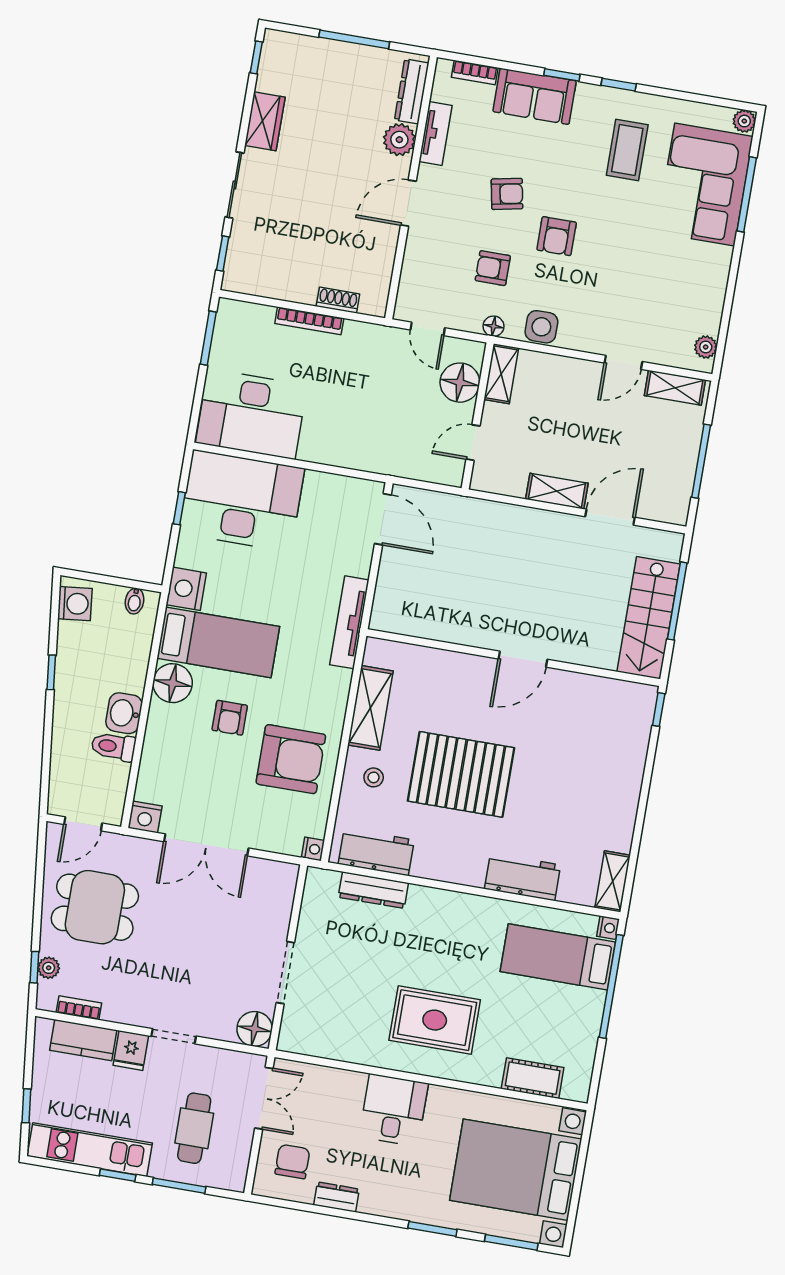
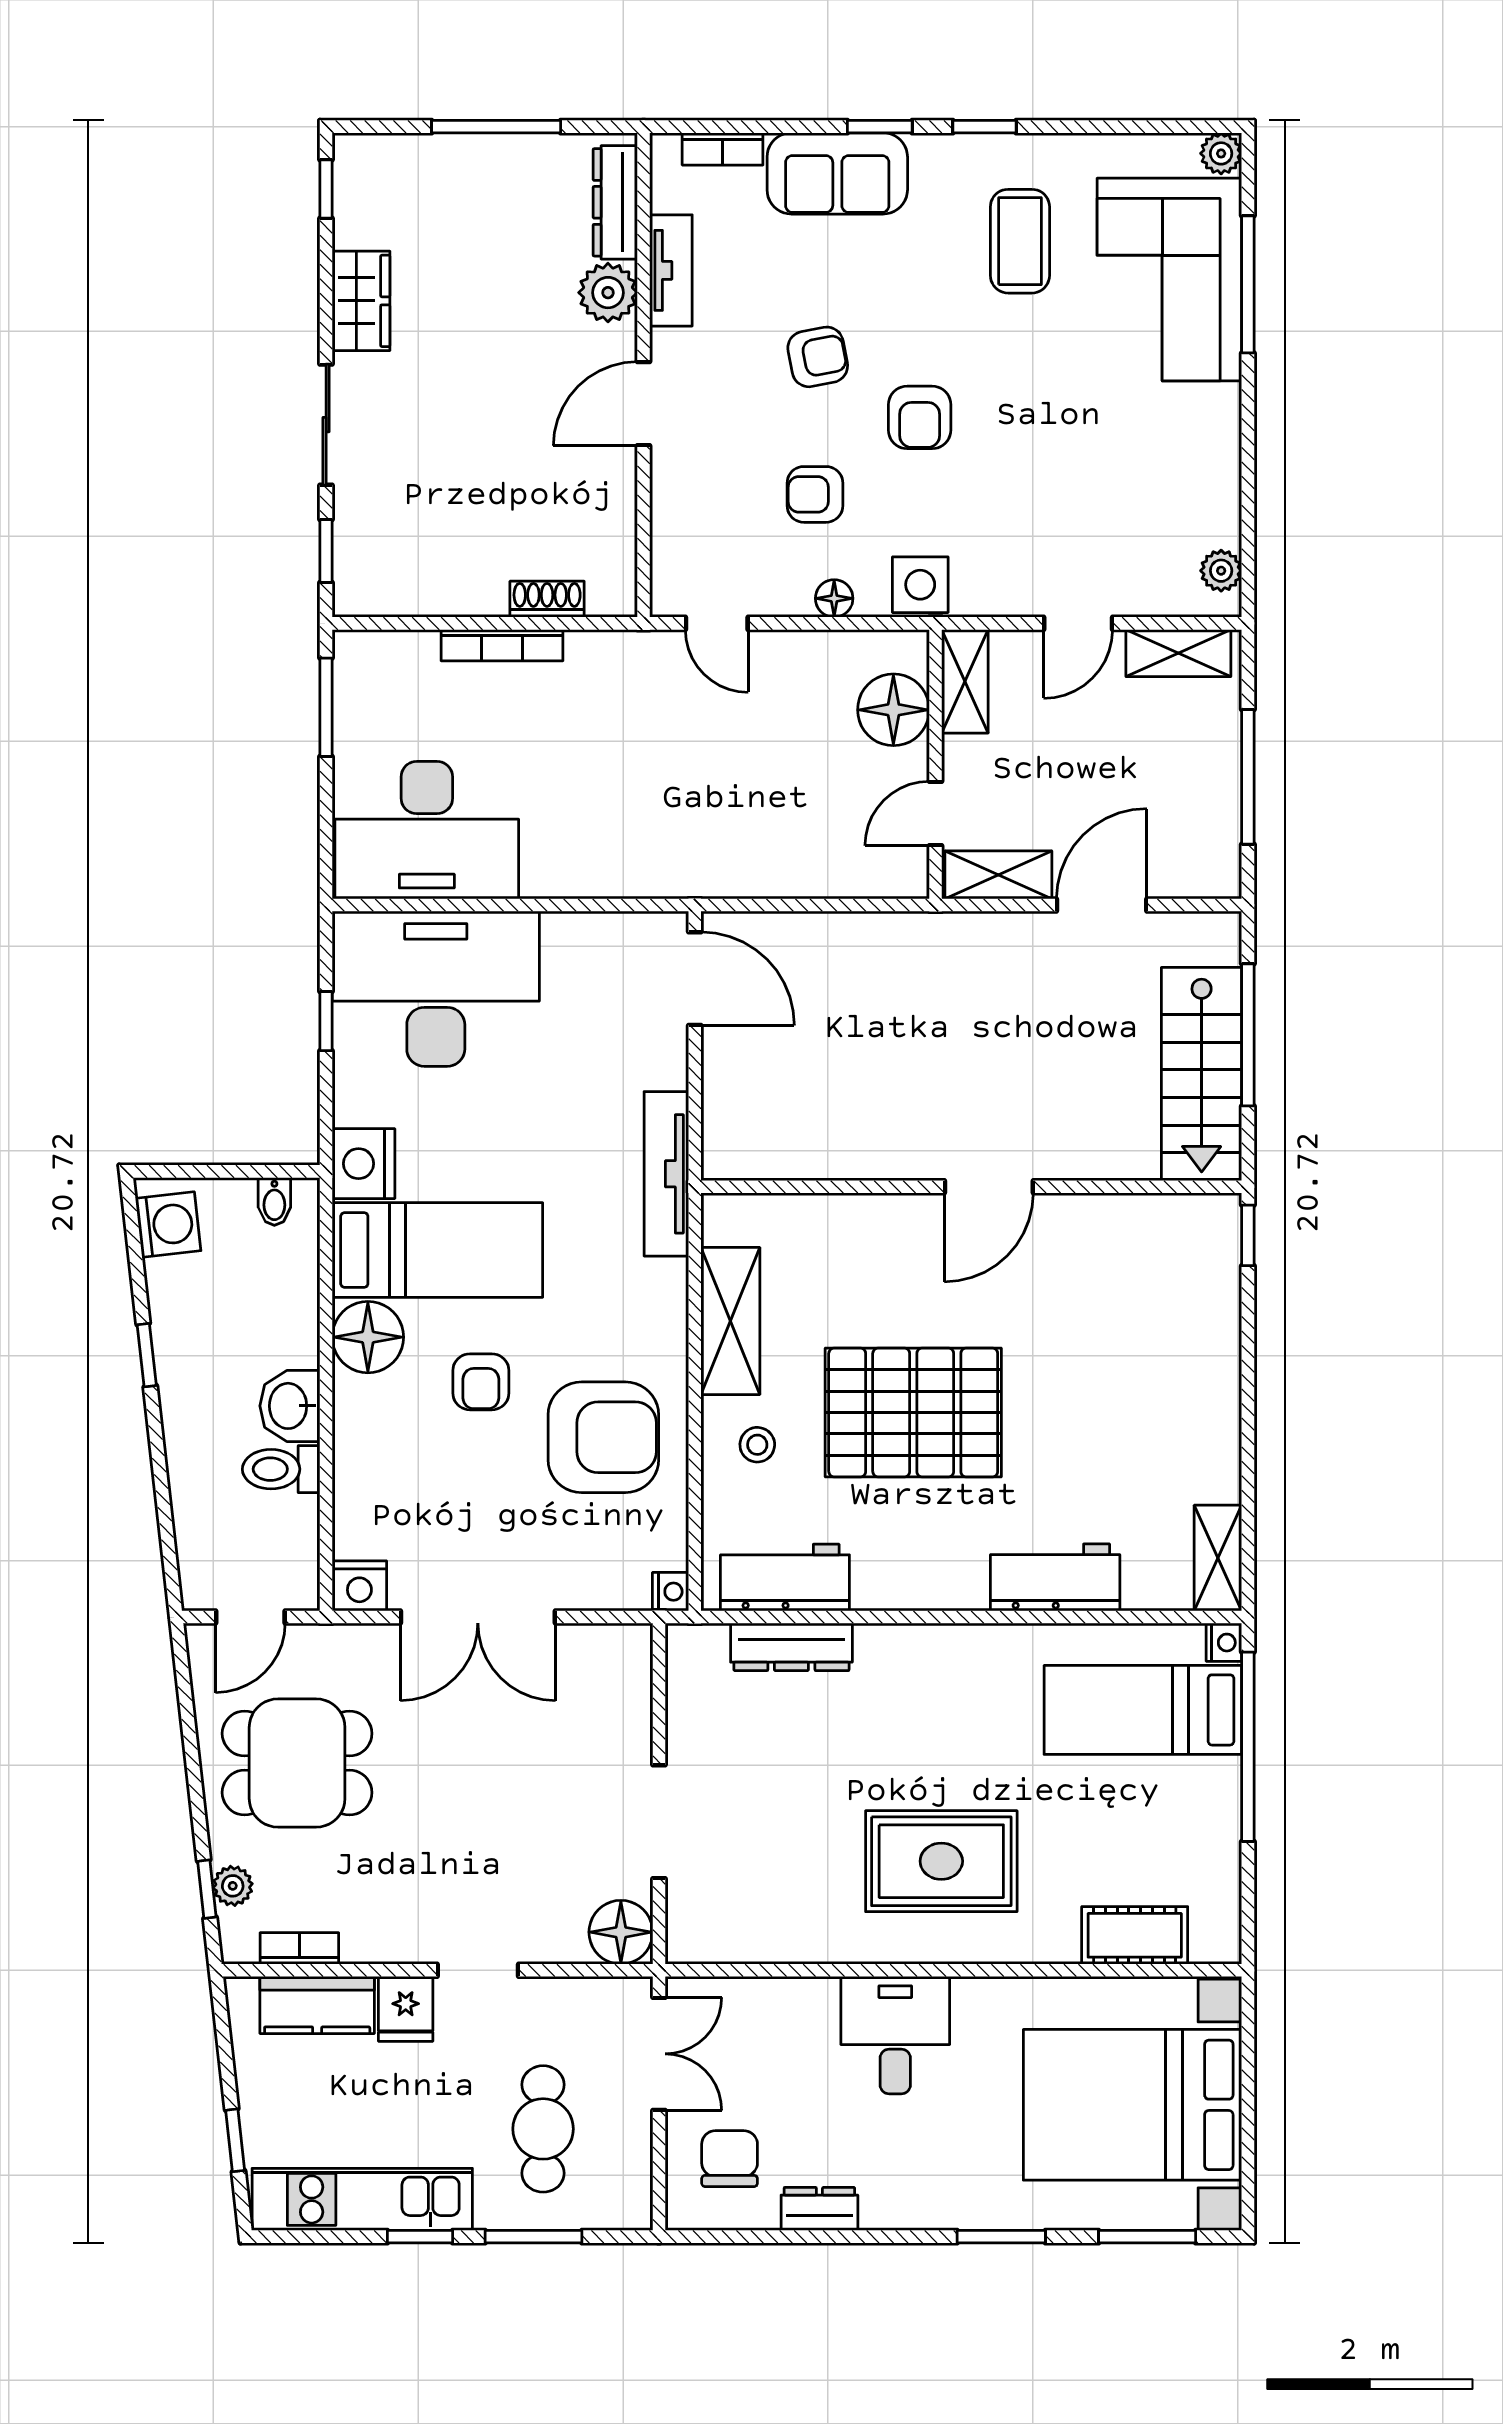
shelving: (501, 374) -> (965, 681), moved
floor lamp: (460, 383) -> (893, 710), moved
wall: (478, 416) -> (935, 764), moved
door: (473, 443) -> (935, 813), moved

